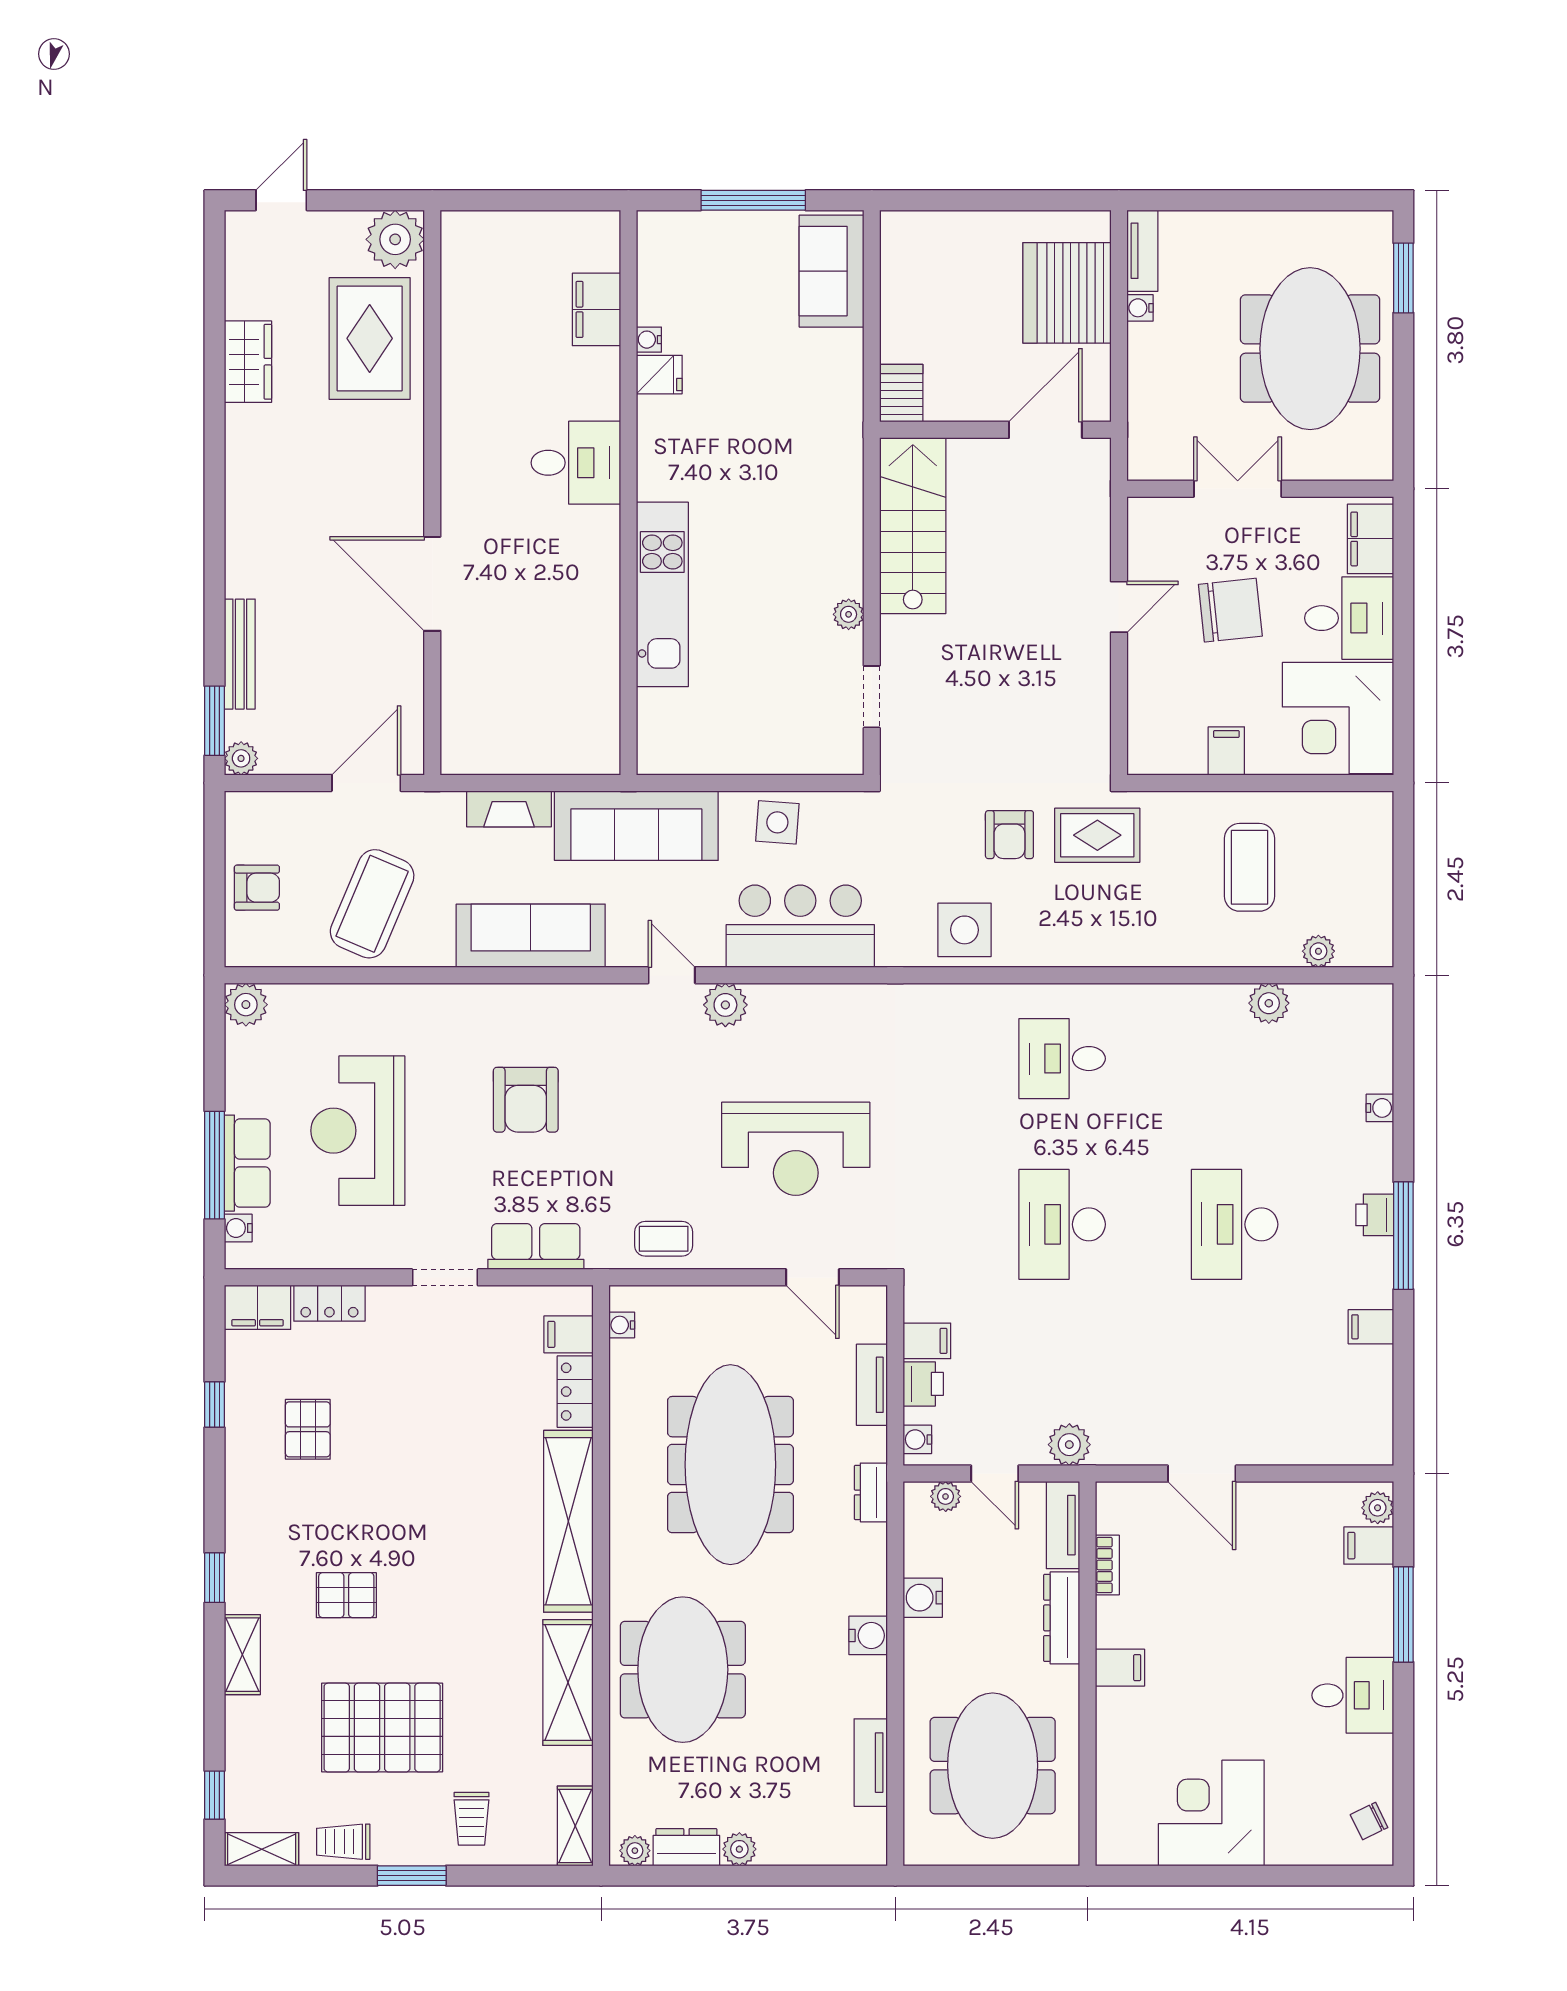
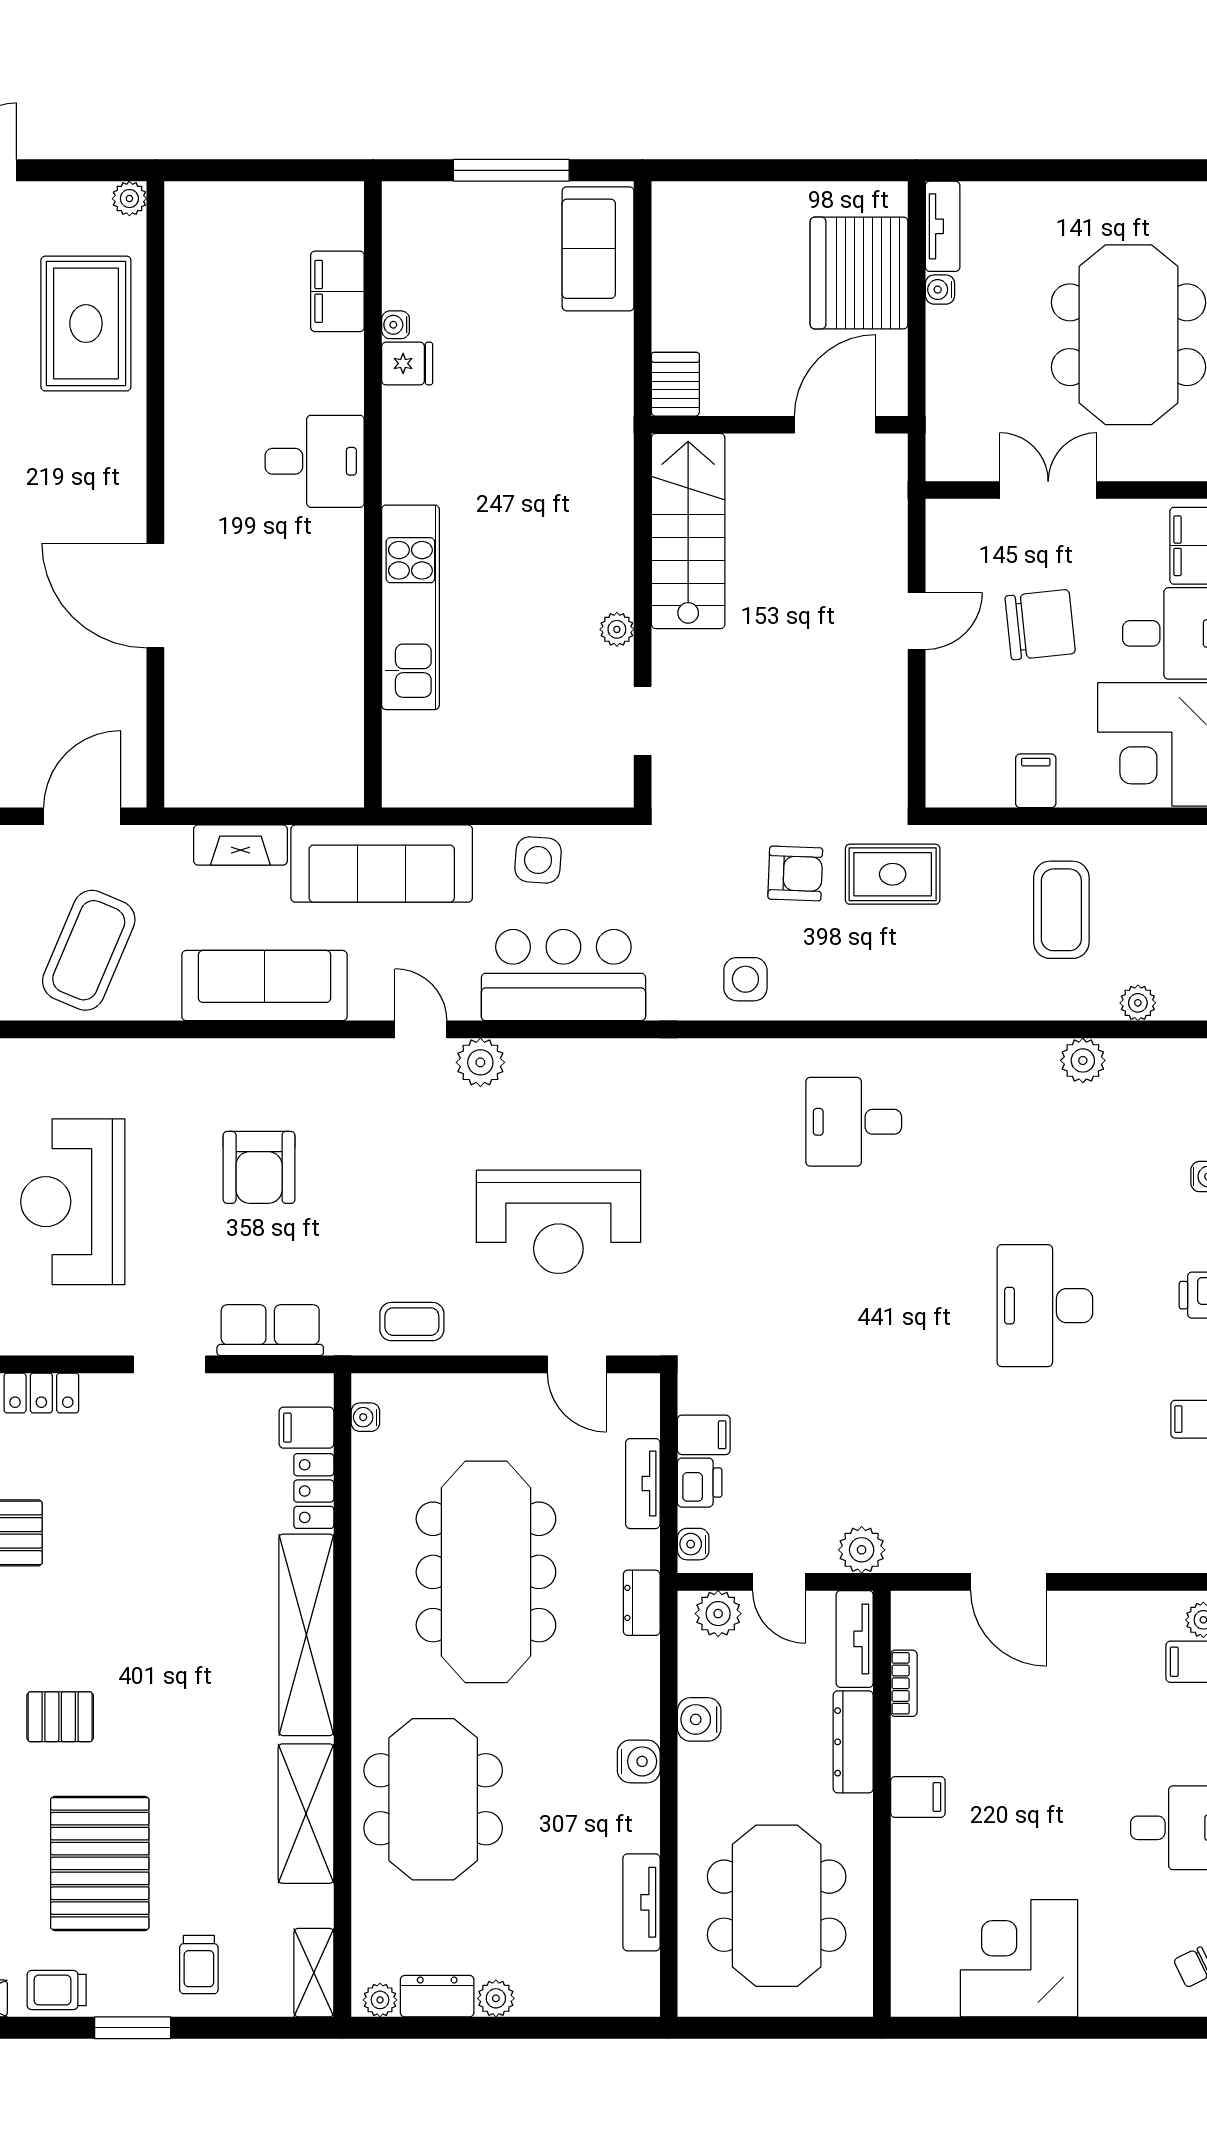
plant: (395, 239) -> (129, 199), width x0.53, depth x0.53
armchair: (1009, 835) -> (795, 874), turned -88
side table: (965, 930) -> (745, 979), width x0.73, depth x0.73
desk: (1062, 1224) -> (854, 1306), removed
plant: (946, 1496) -> (718, 1614), width x1.38, depth x1.38
pallet: (382, 1728) -> (100, 1863), turned 90

